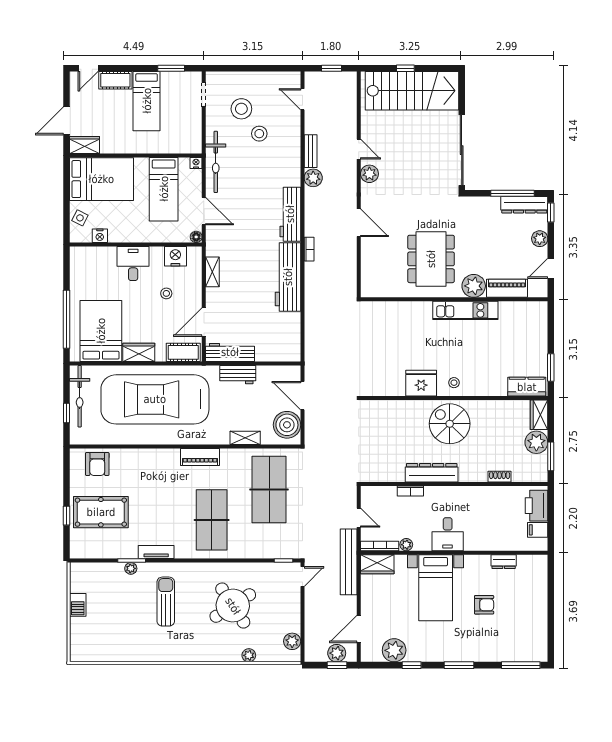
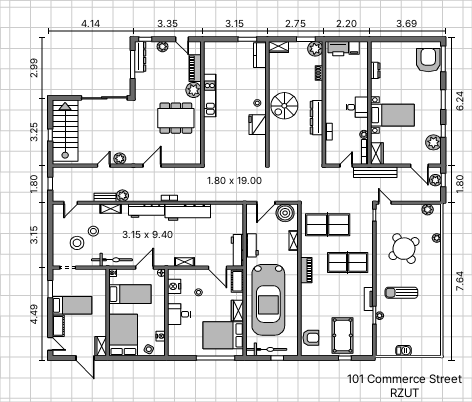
shelving: (293, 160) -> (111, 209), added
plant: (536, 442) -> (315, 49), moved
armchair: (484, 605) -> (428, 60), moved, width x1.88, depth x1.88

